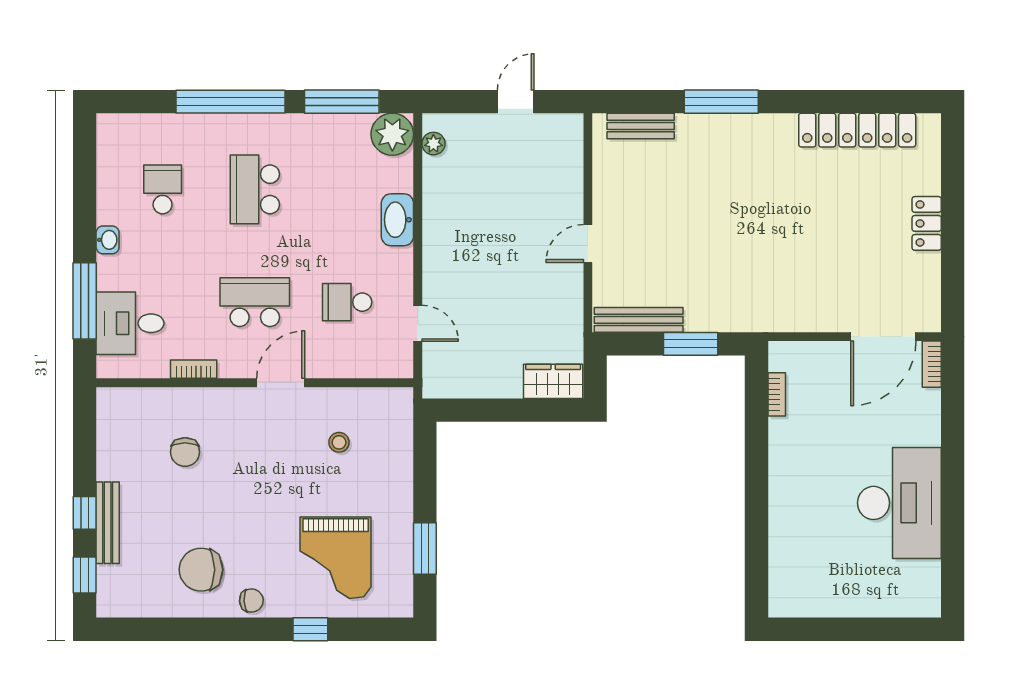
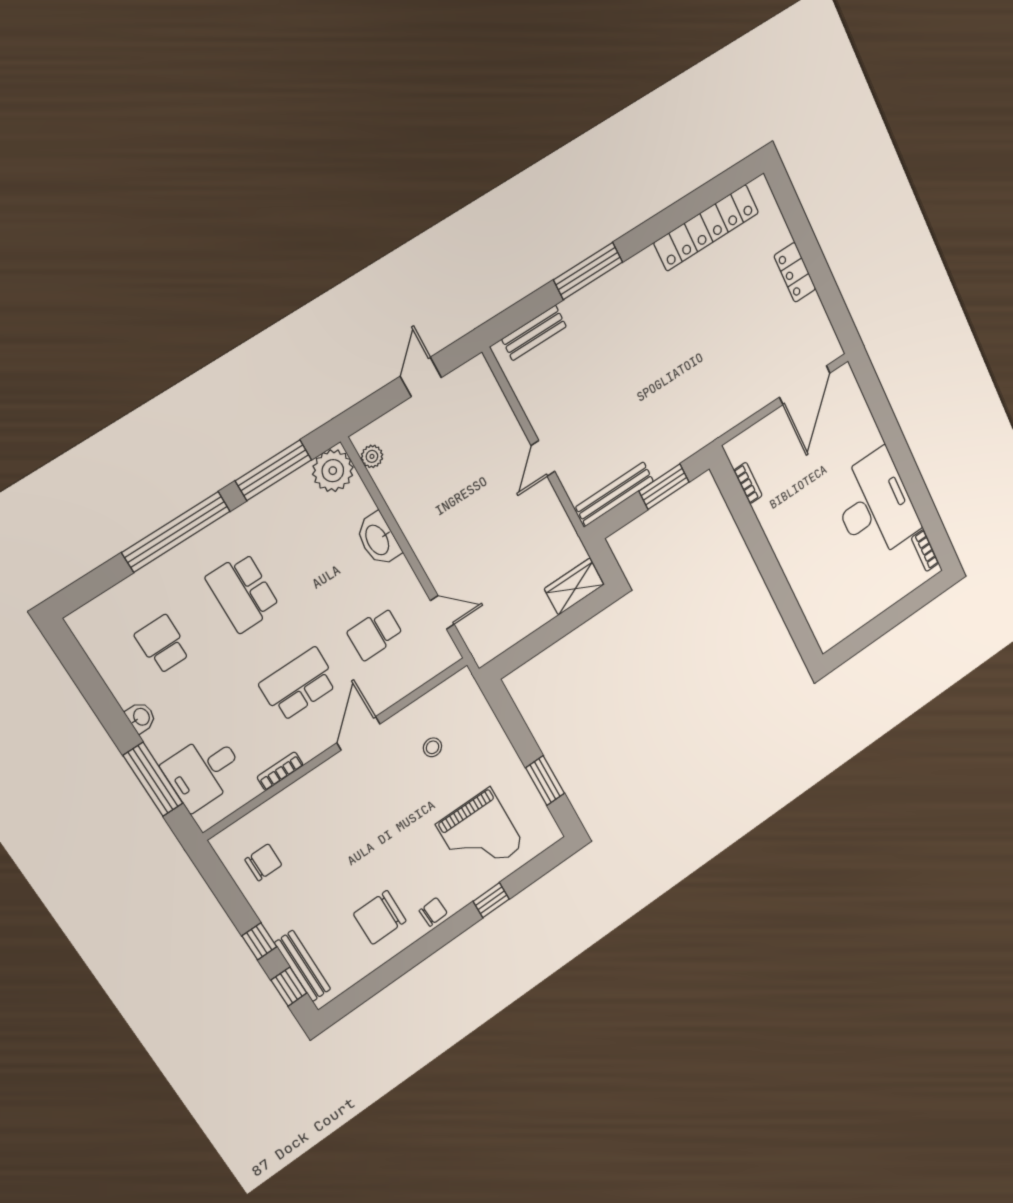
bookcase: (932, 364) -> (925, 551), moved
chair: (185, 452) -> (263, 862), moved, turned -90
bench: (108, 523) -> (303, 966), moved

